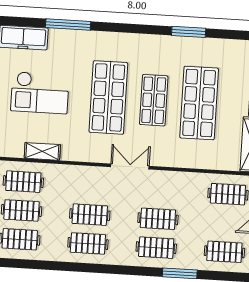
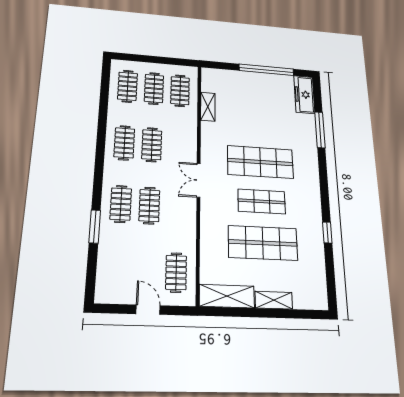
window: (189, 32) -> (327, 232), width x0.67
checkout: (40, 93) -> (259, 106), removed
double door: (130, 167) -> (199, 180), swing flipped
clothes rail: (224, 252) -> (117, 270), removed

